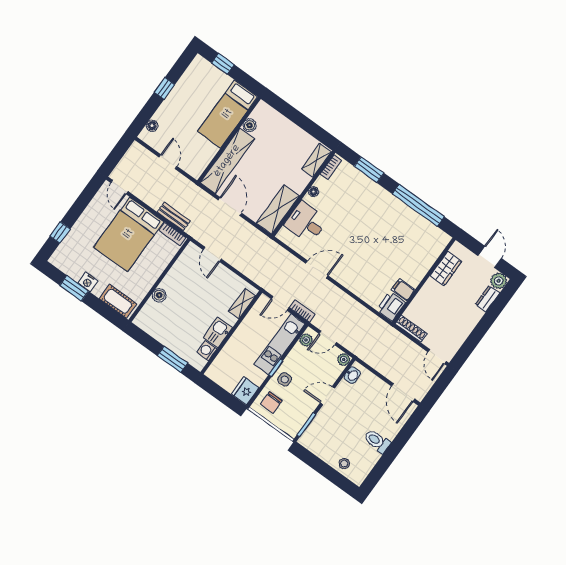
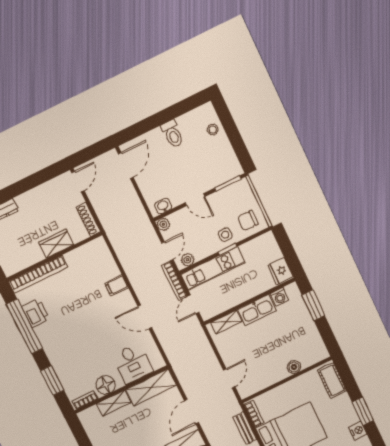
shelving: (316, 160) -> (114, 403), moved
floor lamp: (313, 191) -> (106, 385), width x1.89, depth x1.89
bookcase: (430, 258) -> (38, 274), added
wardrobe: (446, 268) -> (56, 244), moved
nightstand: (88, 282) -> (358, 430), moved
filing cabinet: (403, 290) -> (116, 285), moved, turned 90
door: (280, 303) -> (193, 304), swing flipped
printer: (391, 306) -> (35, 313), moved, turned -90
bookcase: (302, 311) -> (174, 281), width x1.56
kitchen sink: (218, 332) -> (257, 310), width x1.38
door: (328, 338) -> (167, 251), hinge flipped
fridge: (245, 391) -> (280, 271), moved, turned 90
chair: (271, 402) -> (248, 221), turned 180

